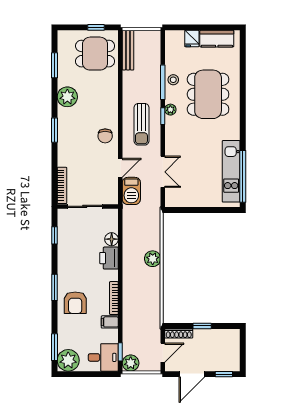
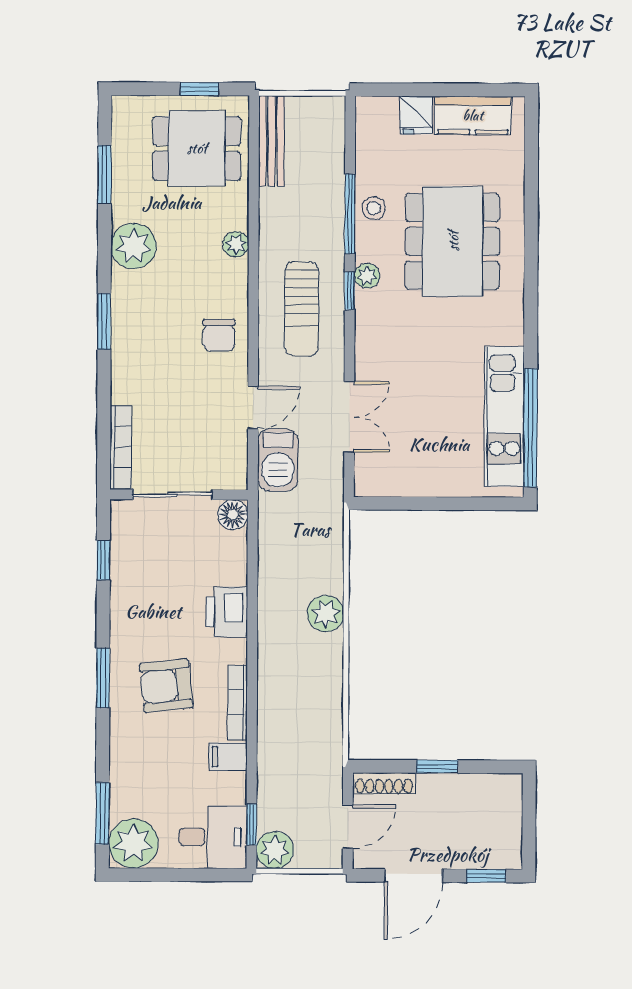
plant: (112, 96) -> (236, 244), added
floor lamp: (112, 239) -> (233, 515), moved
armchair: (75, 303) -> (166, 686), moved, turned 84

